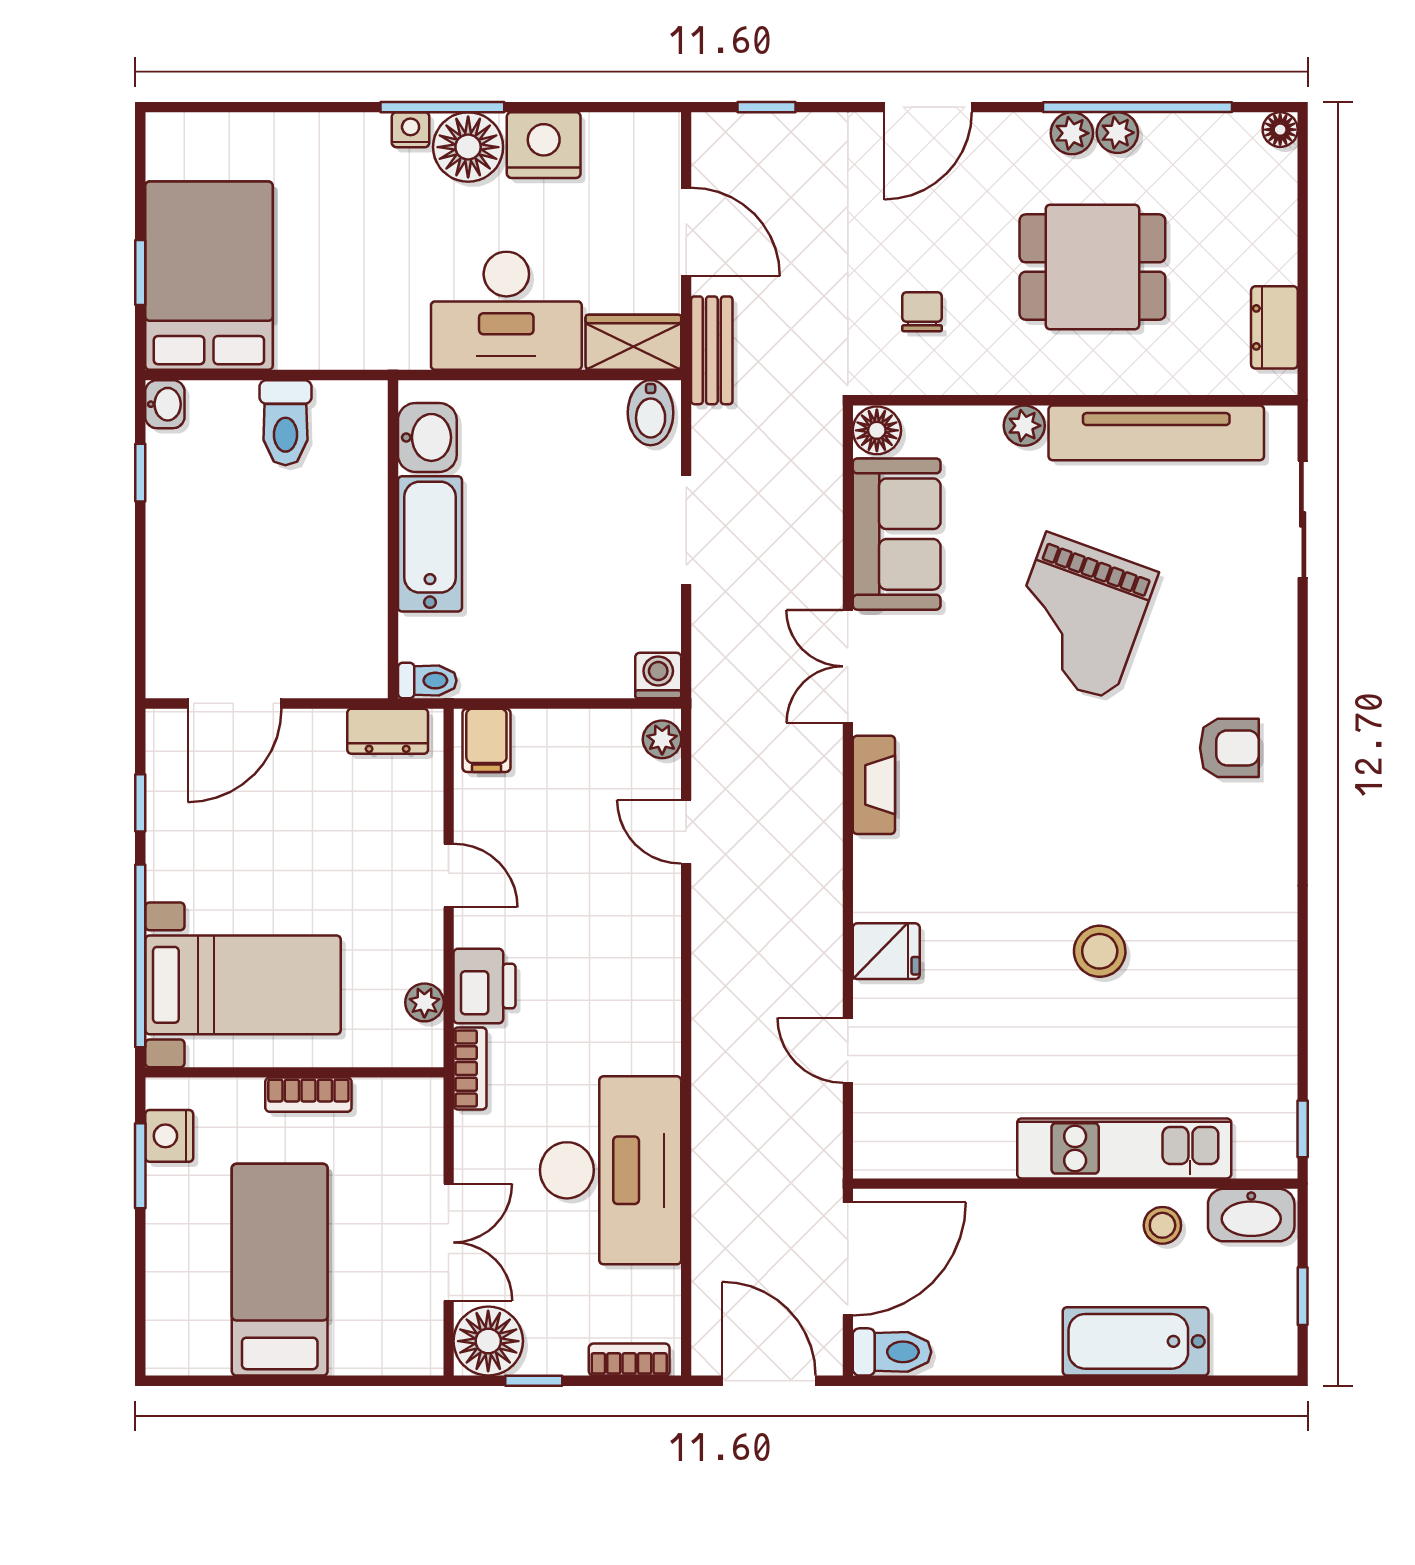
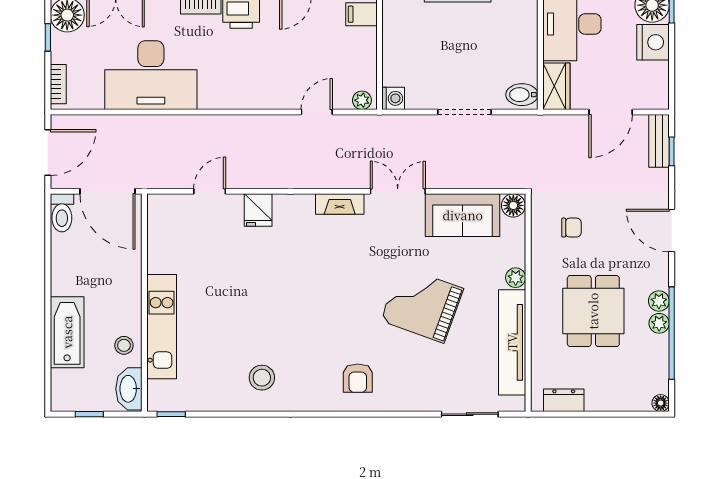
bench: (712, 350) -> (659, 141), moved, turned 90
stool: (1100, 951) -> (262, 378), moved

